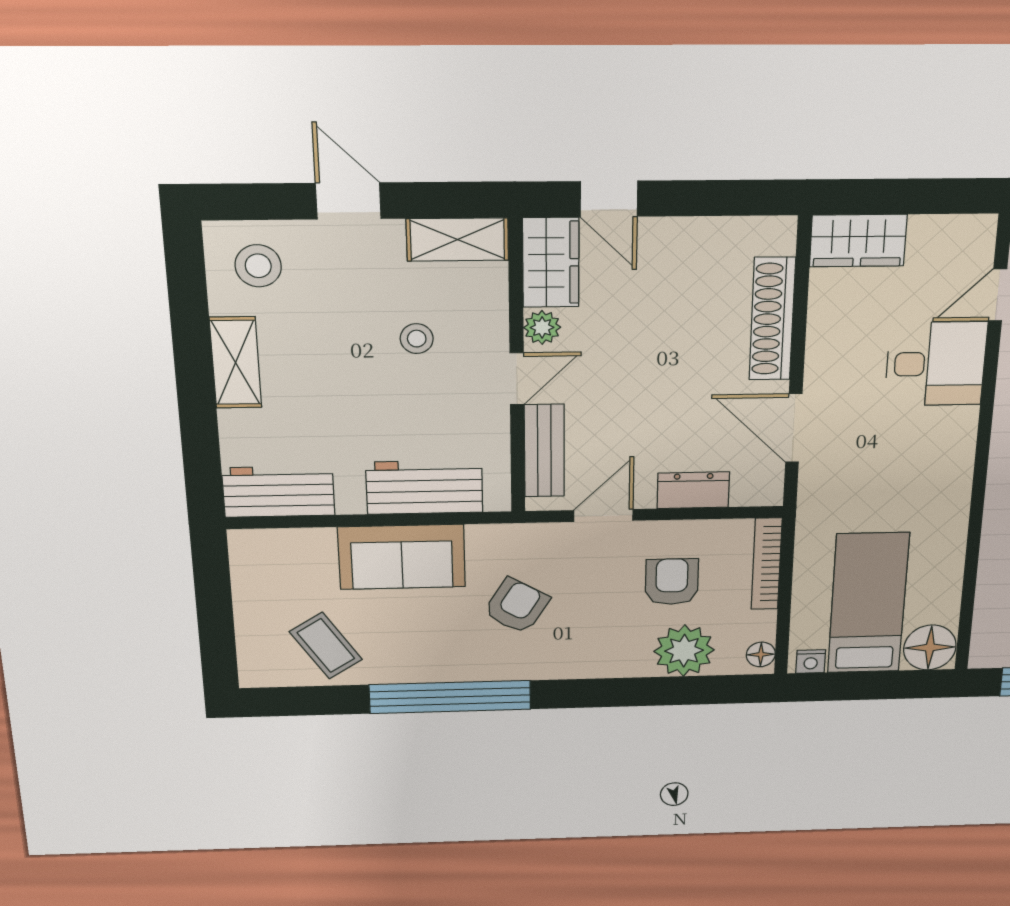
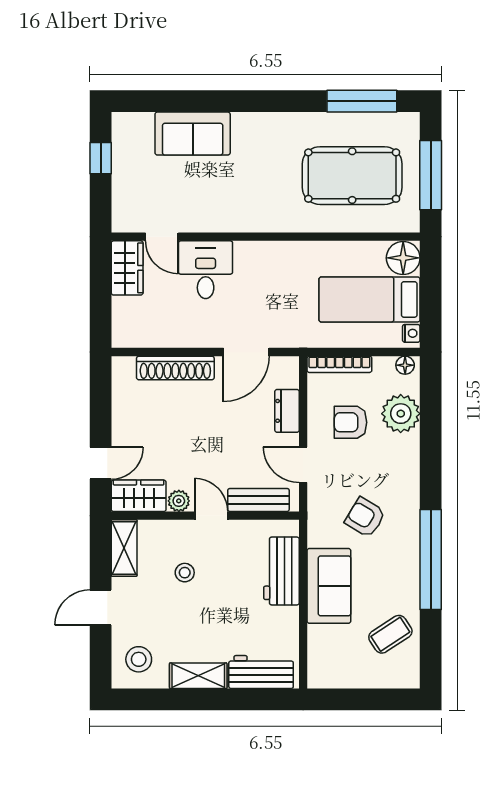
wardrobe: (858, 241) -> (127, 268), moved
workbench: (278, 492) -> (261, 672), moved, turned 90

